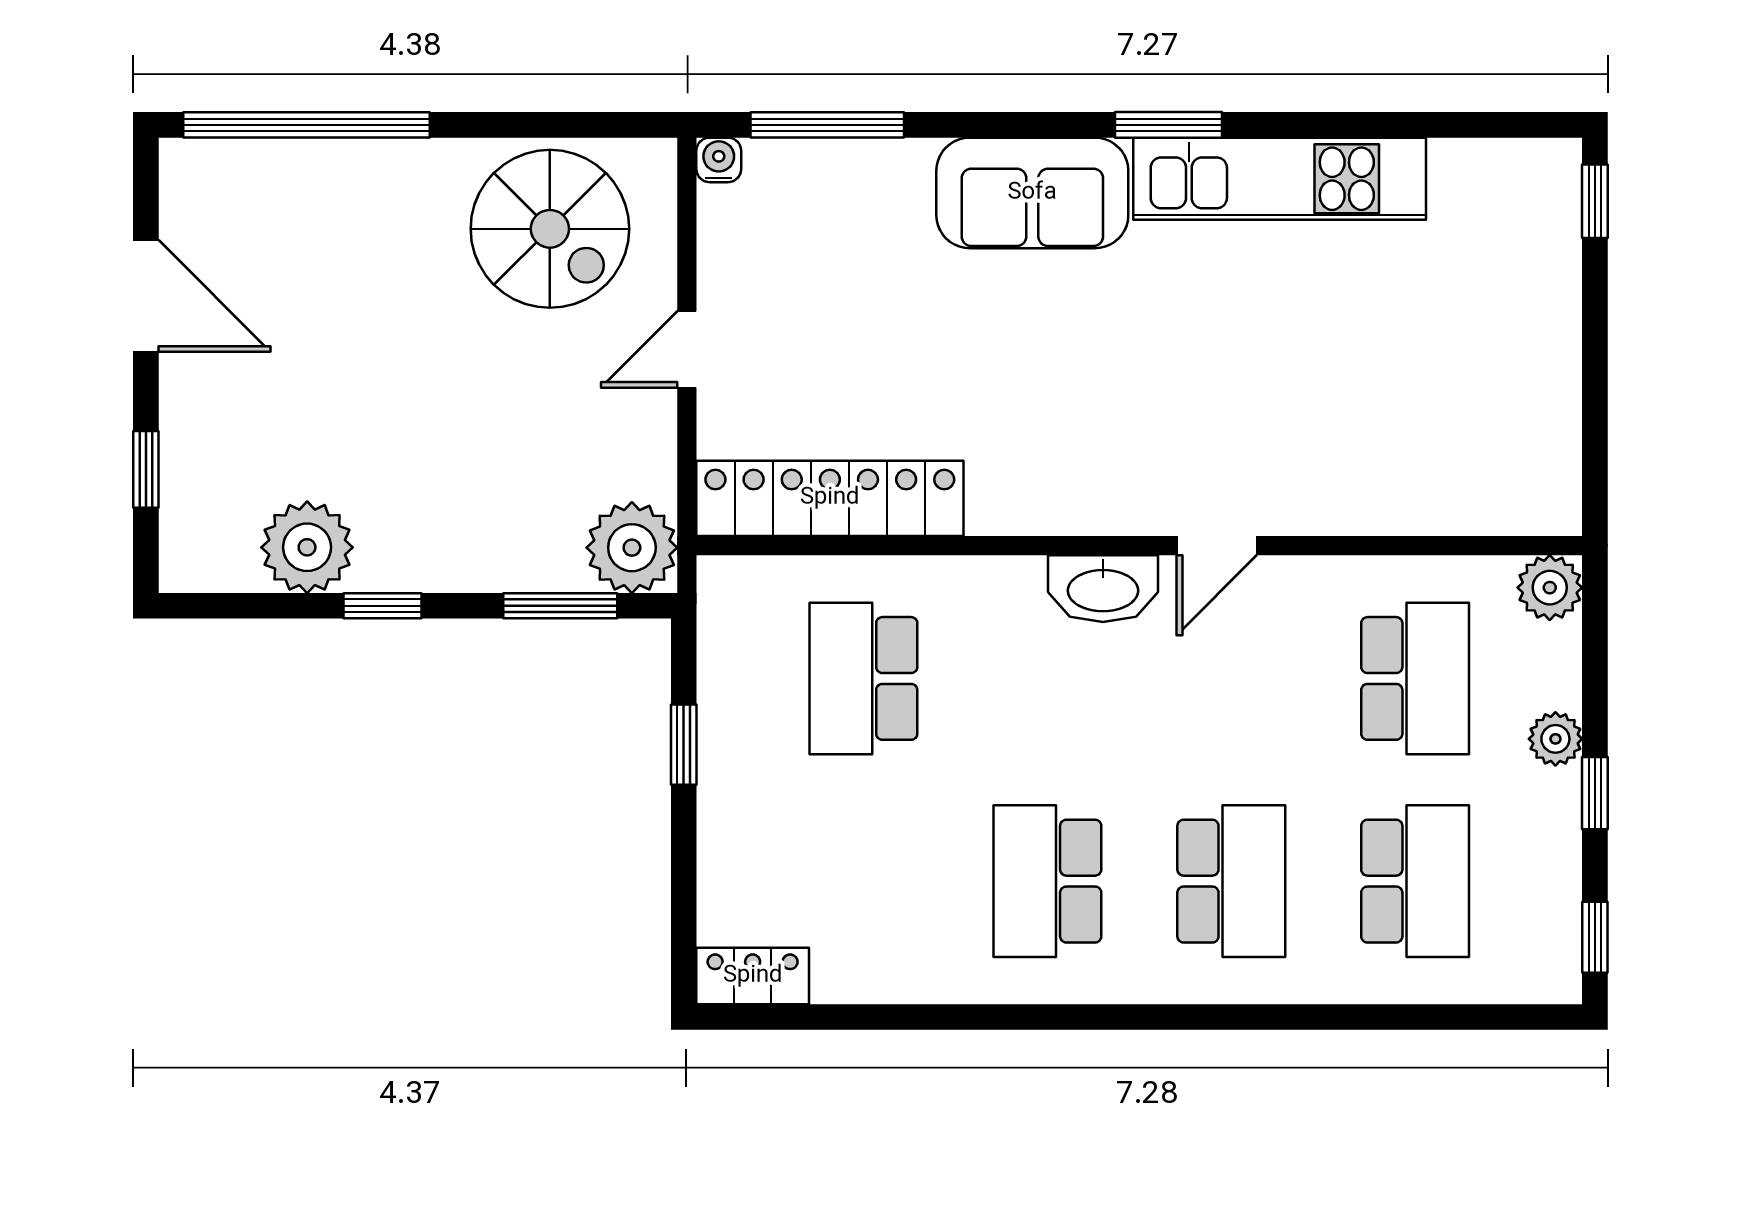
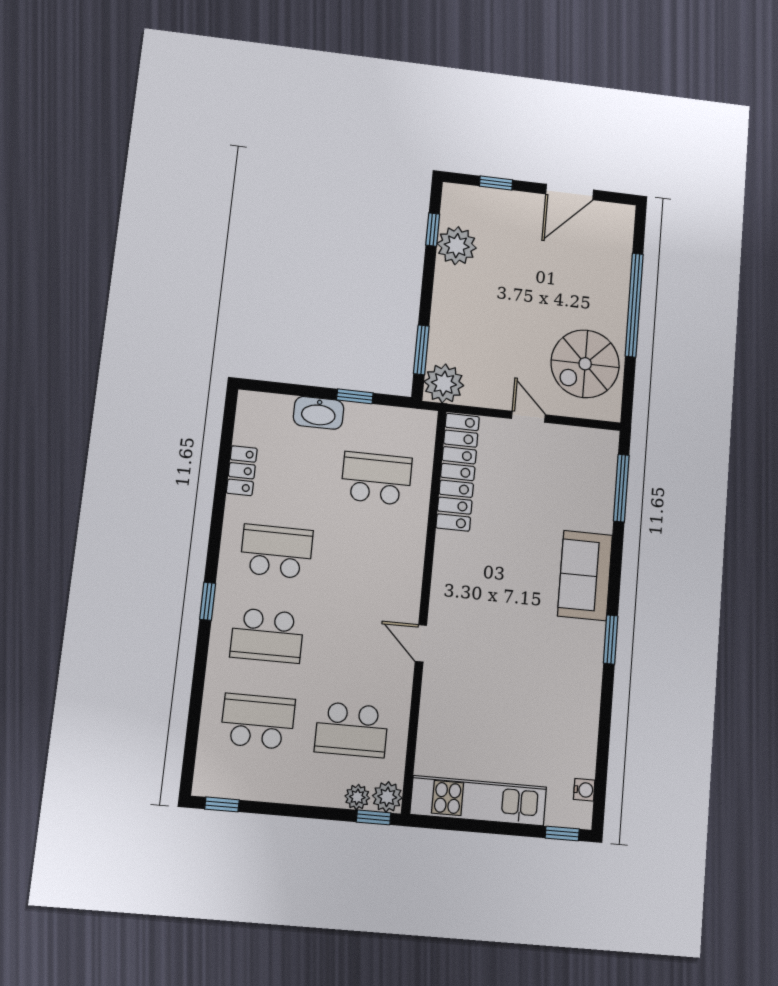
window: (307, 125) -> (634, 305), moved
water cooler: (719, 160) -> (584, 790), moved
kitchen unit: (1280, 179) -> (478, 801), moved, turned 90
washbasin: (1103, 589) -> (319, 413), moved, turned -90
window: (383, 606) -> (433, 230), moved
plant: (1555, 739) -> (357, 797), moved
window: (1595, 793) -> (374, 817), moved
school desk: (1415, 881) -> (258, 721), turned 180
locker: (753, 976) -> (242, 471), moved
window: (1170, 1017) -> (208, 601), added

